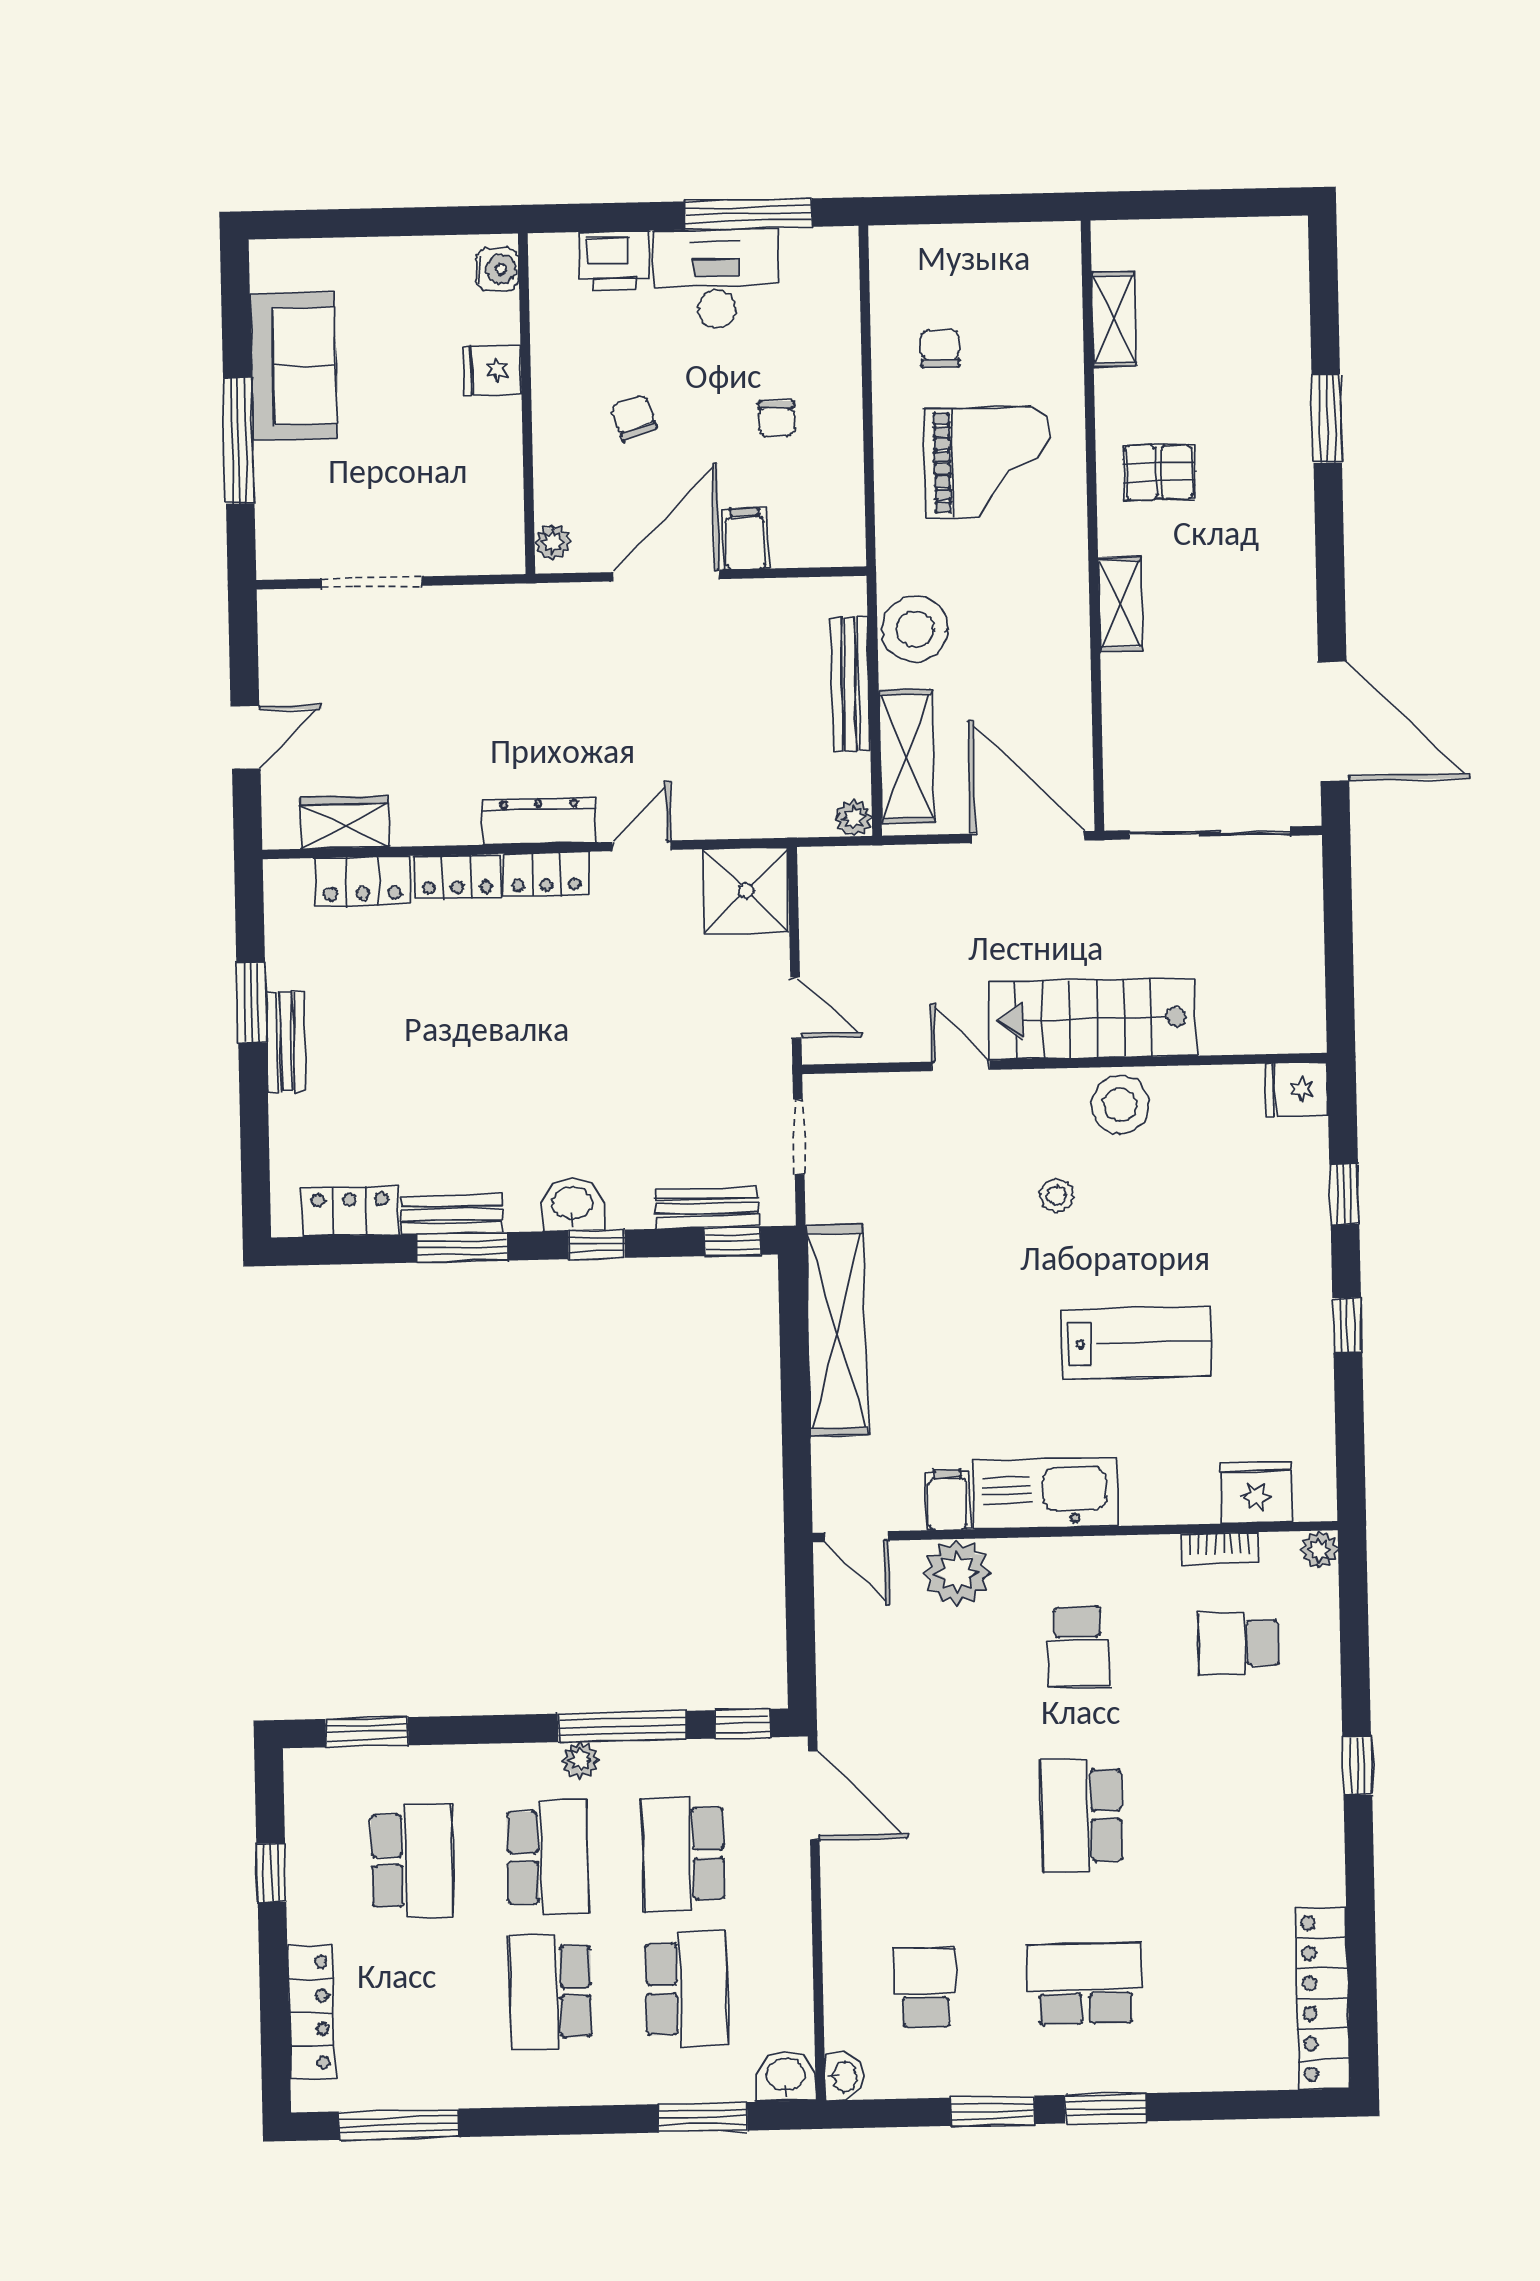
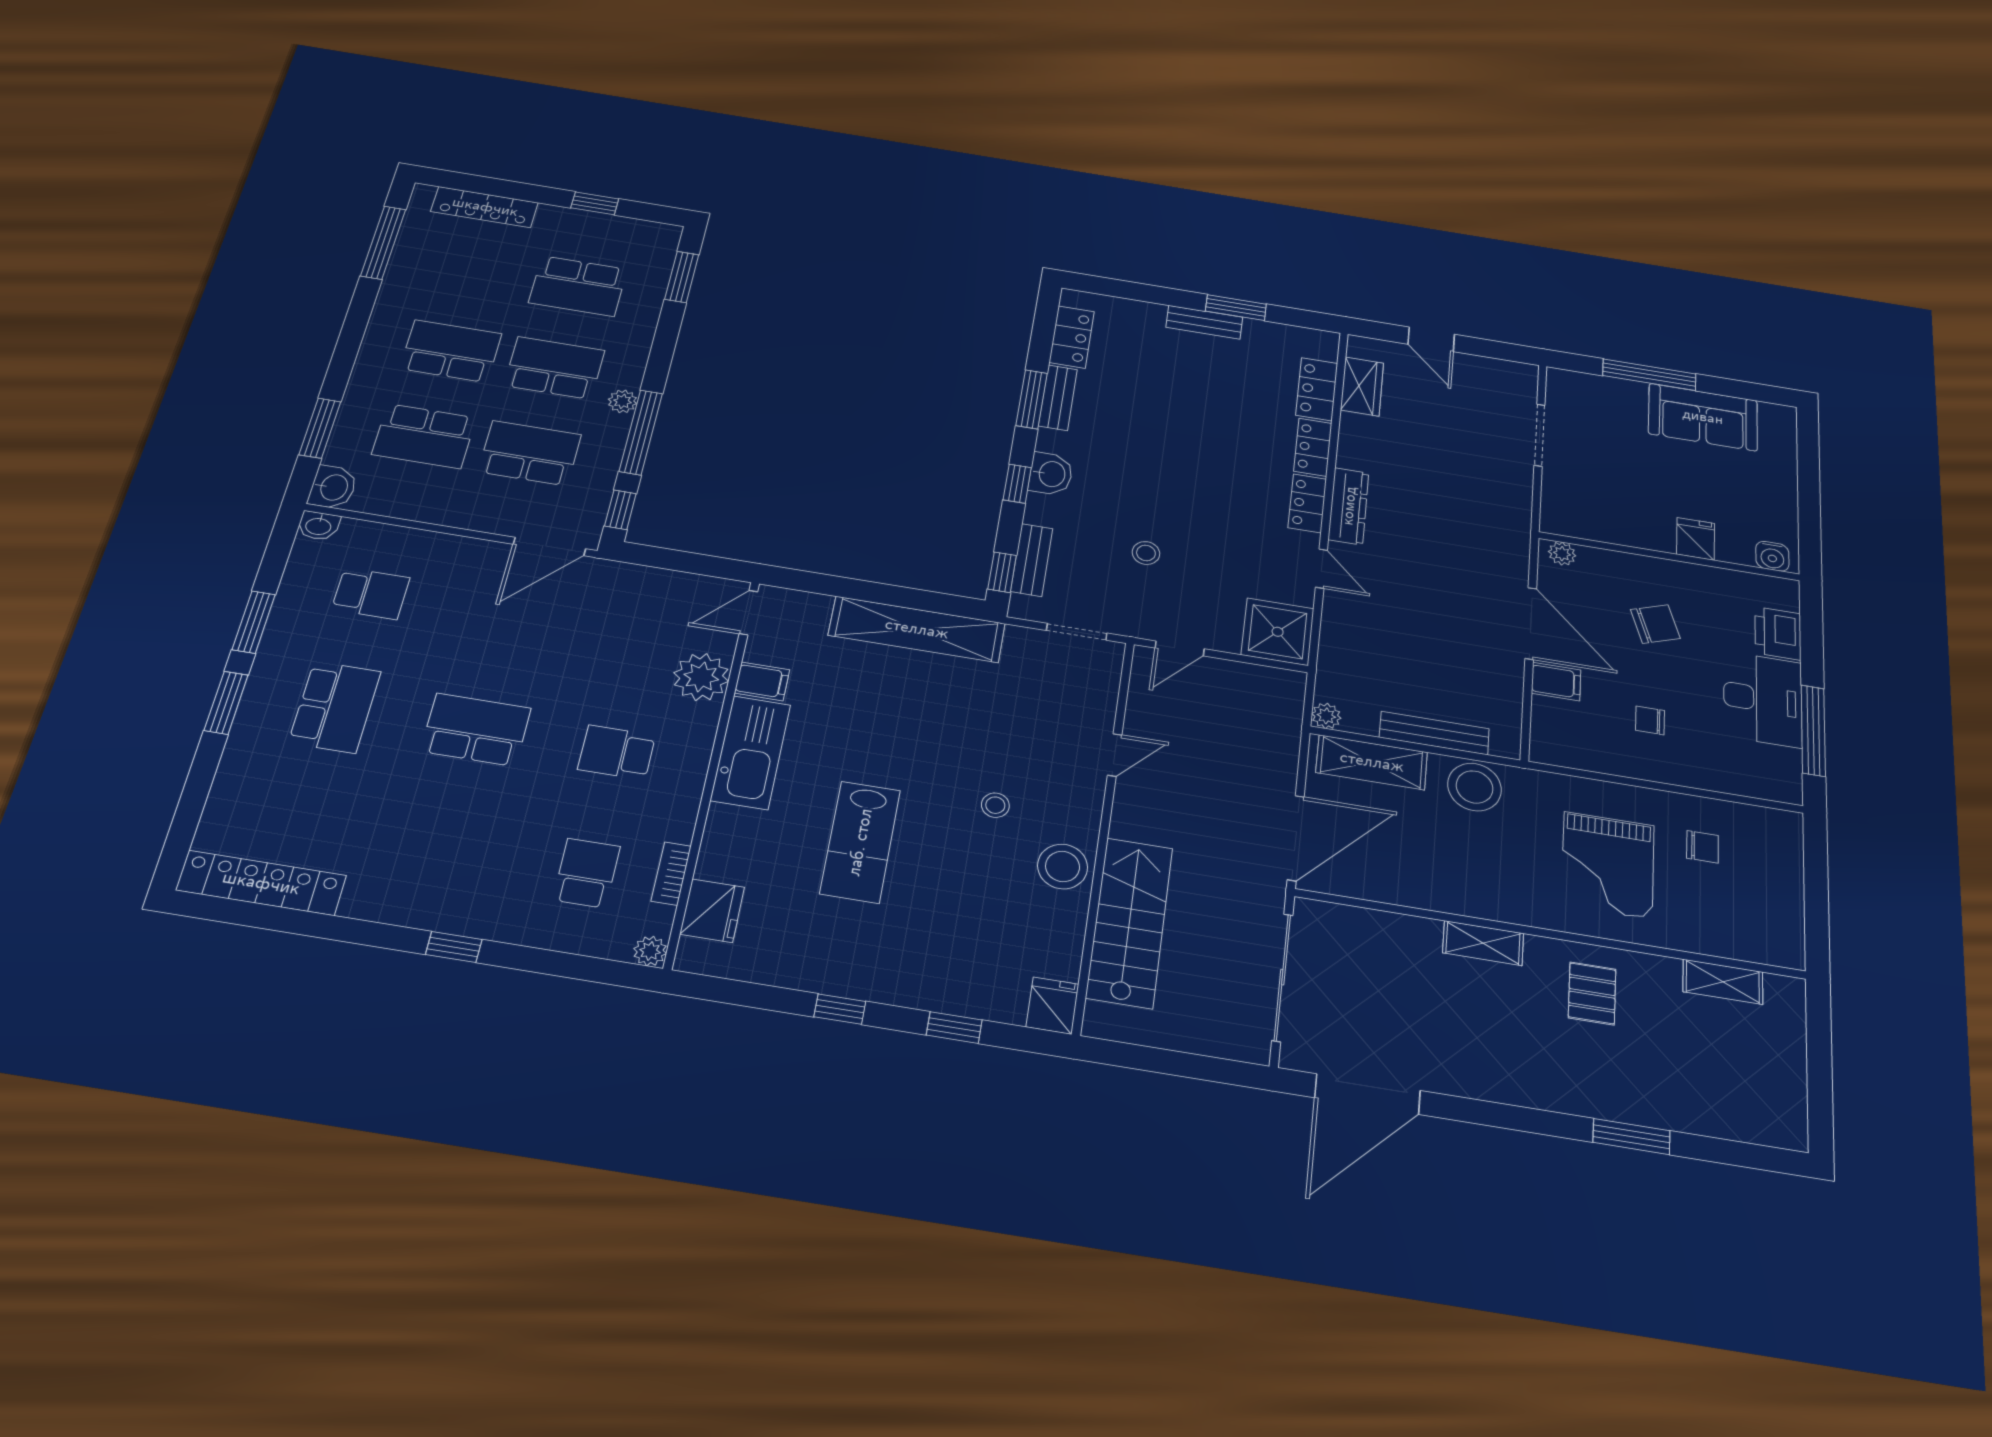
chair: (634, 417) -> (1655, 624), width x1.37, depth x1.37
stairs: (1093, 1019) -> (1130, 922), moved
stool: (666, 1068) -> (1146, 553), added
school desk: (548, 1857) -> (554, 368), turned 180

